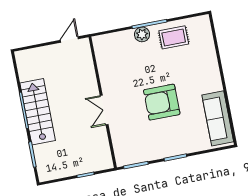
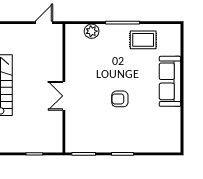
plant: (142, 34) -> (92, 31), moved
armchair: (162, 102) -> (120, 99), width x0.53, depth x0.53
sofa: (218, 118) -> (170, 81), moved

